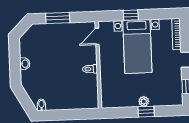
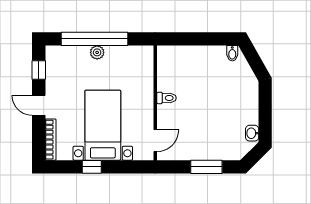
window: (131, 15) -> (92, 167), moved
washbasin: (25, 64) -> (252, 133), moved
window: (146, 112) -> (95, 39), width x3.17

